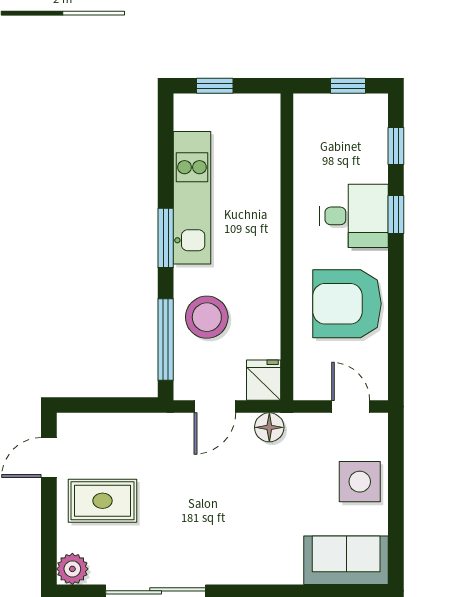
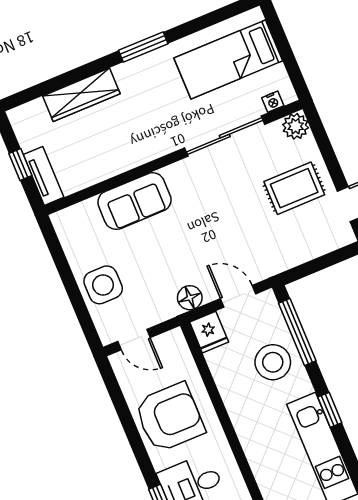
window: (166, 238) -> (330, 410), width x0.67
door: (215, 407) -> (238, 296), hinge flipped
sofa: (346, 560) -> (134, 201), moved

